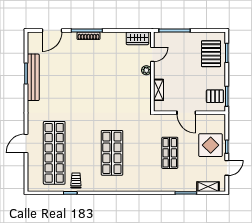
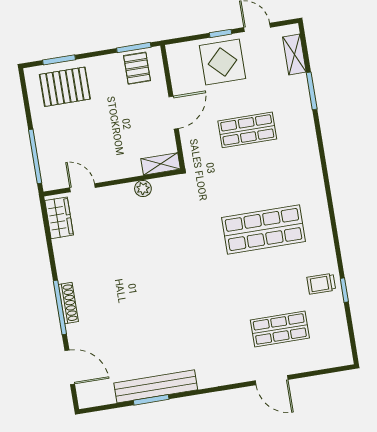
plant: (146, 70) -> (143, 189), moved
shelving: (159, 90) -> (161, 164), moved
shop shelf: (54, 153) -> (280, 329), width x0.50, depth x0.74

